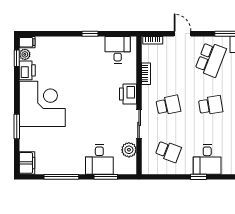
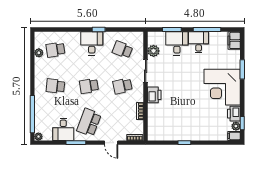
desk: (118, 50) -> (199, 42), moved, turned 180

